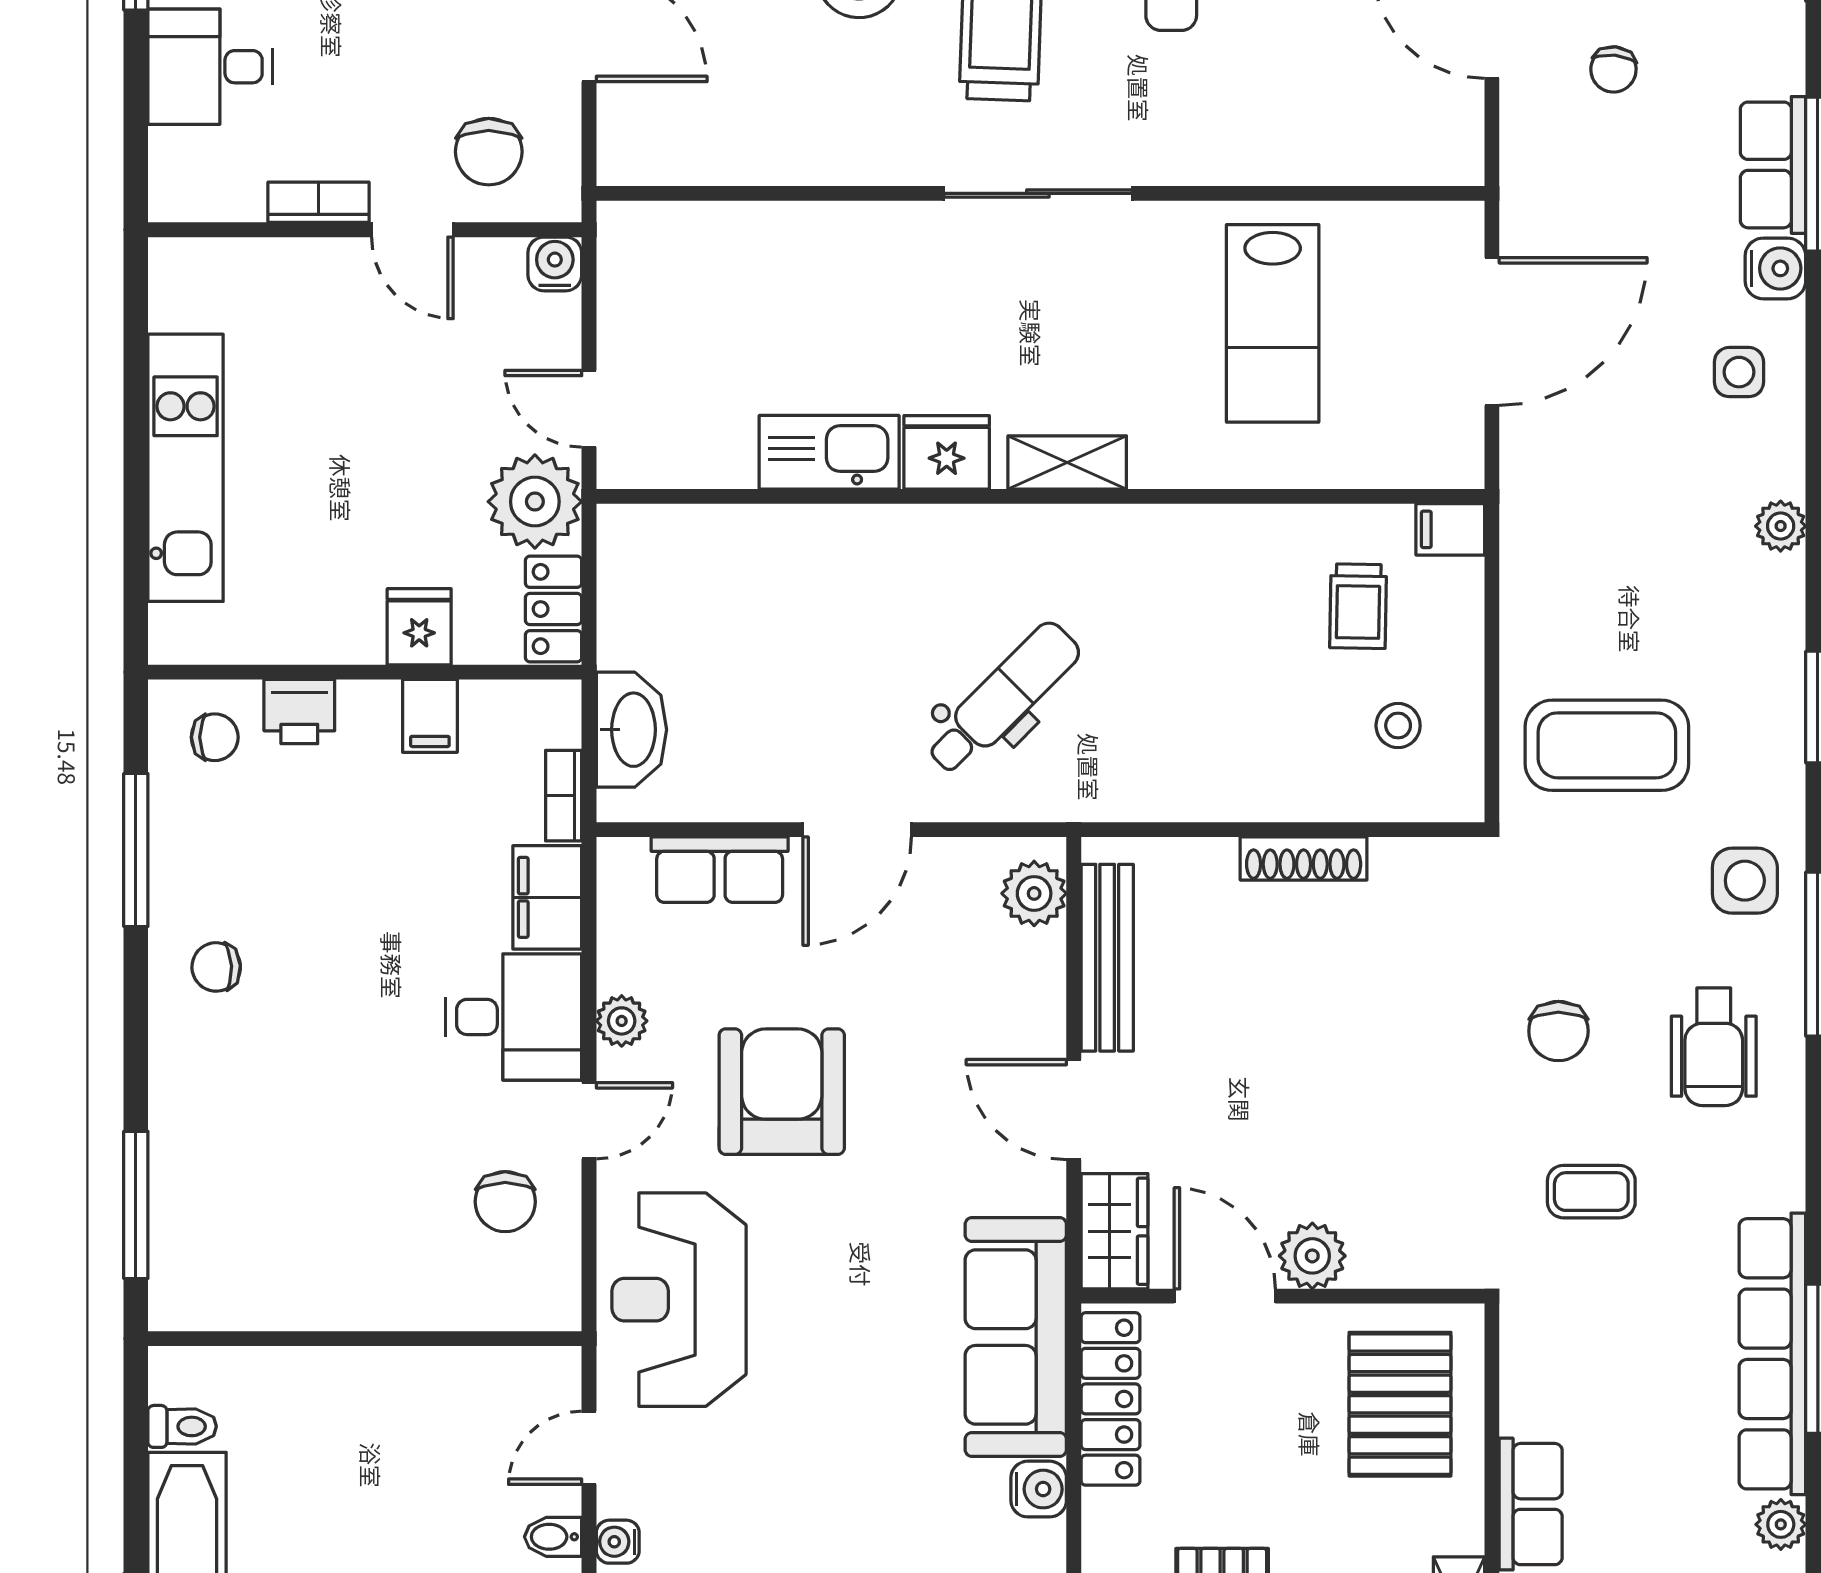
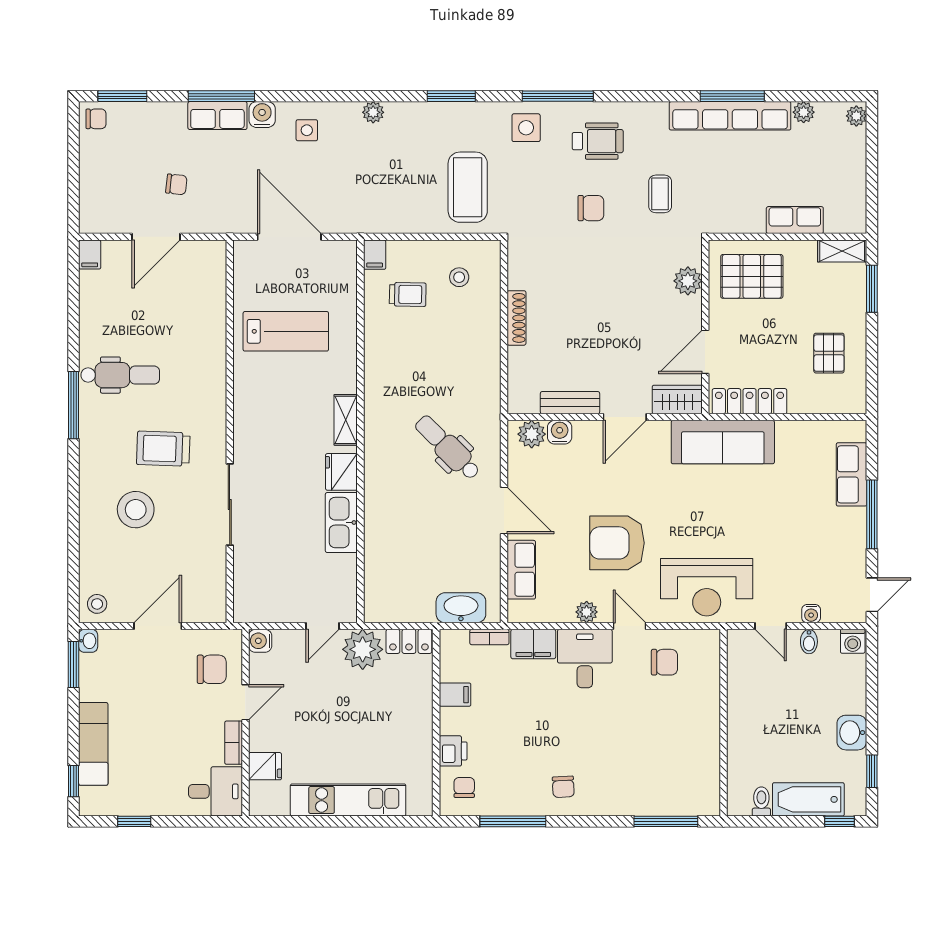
desk: (210, 67) -> (215, 791), moved, turned -90
sliding door: (1038, 193) -> (230, 504), moved
fridge: (419, 627) -> (265, 766), moved, turned 180
bench: (1107, 958) -> (570, 403), width x0.73
plant: (1312, 1256) -> (688, 281), moved
water cooler: (1039, 1489) -> (560, 432), moved

